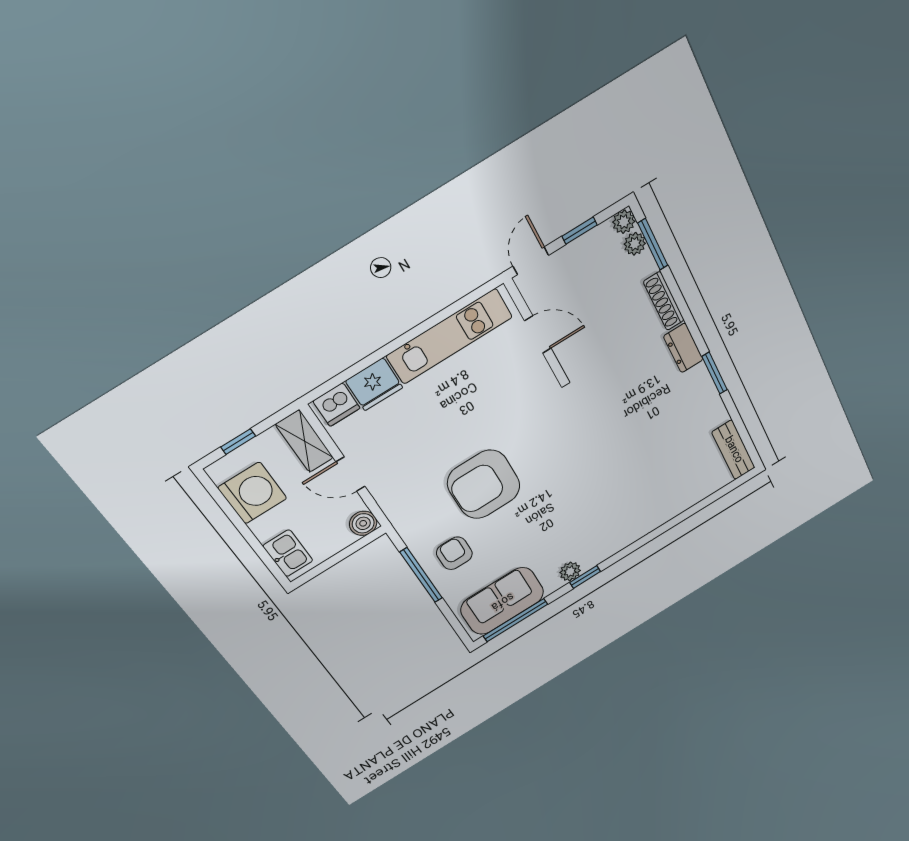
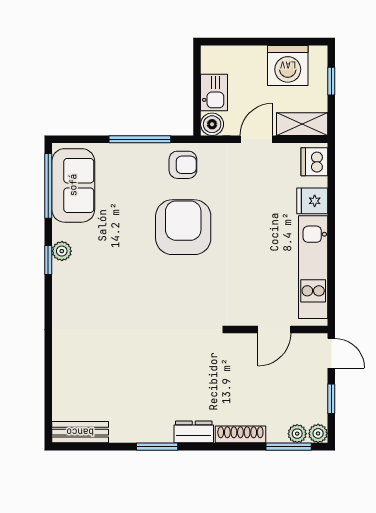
fridge: (374, 384) -> (312, 201), width x0.72
kitchen sink: (288, 553) -> (214, 93), moved, turned -90
armchair: (454, 553) -> (183, 165), moved

